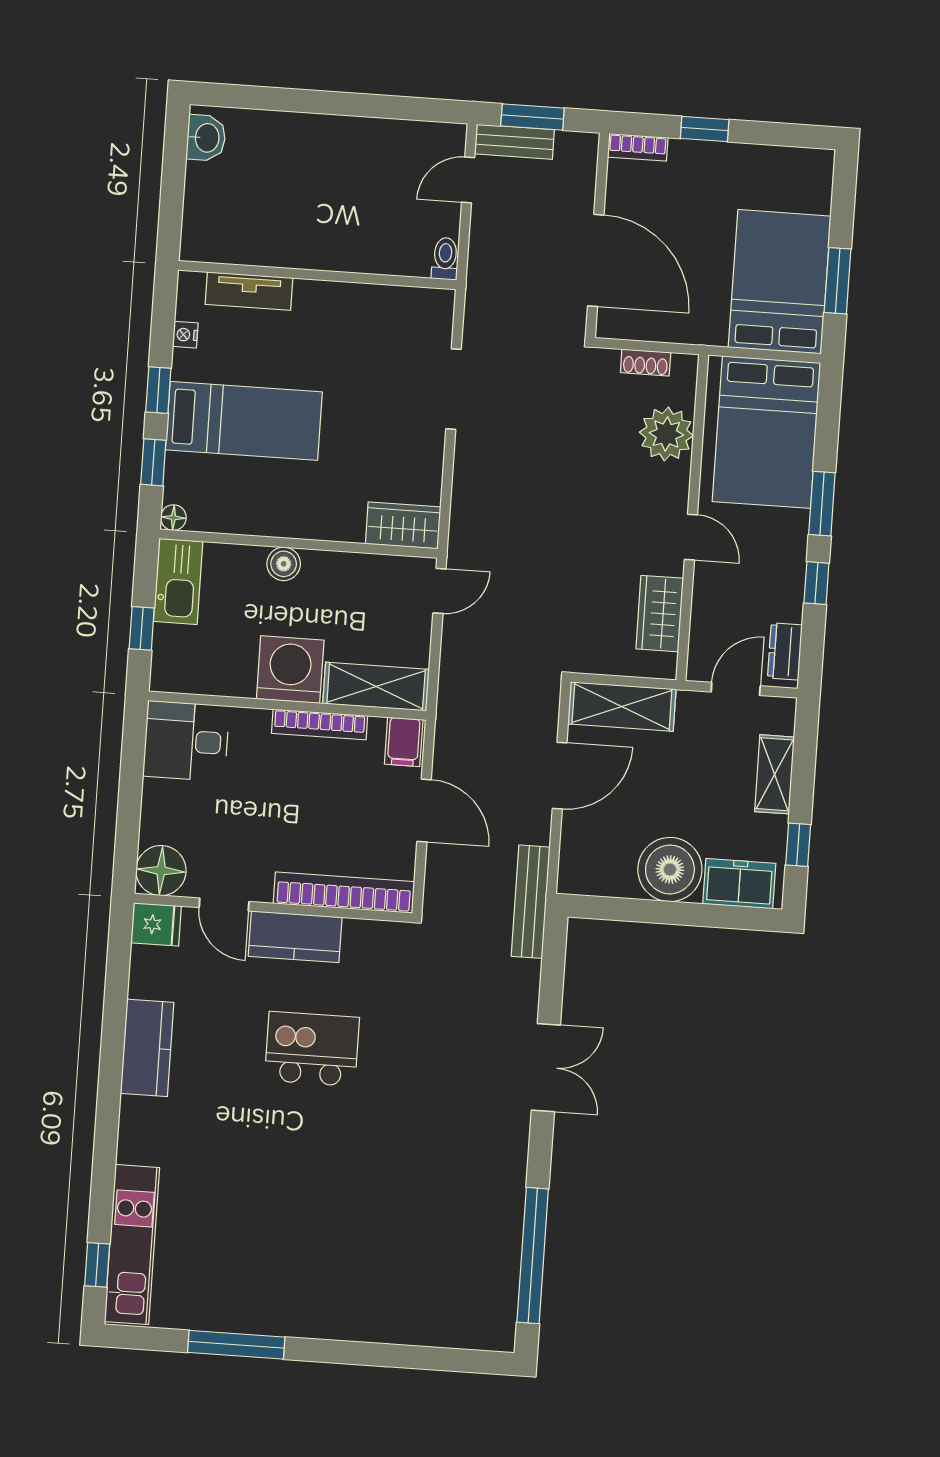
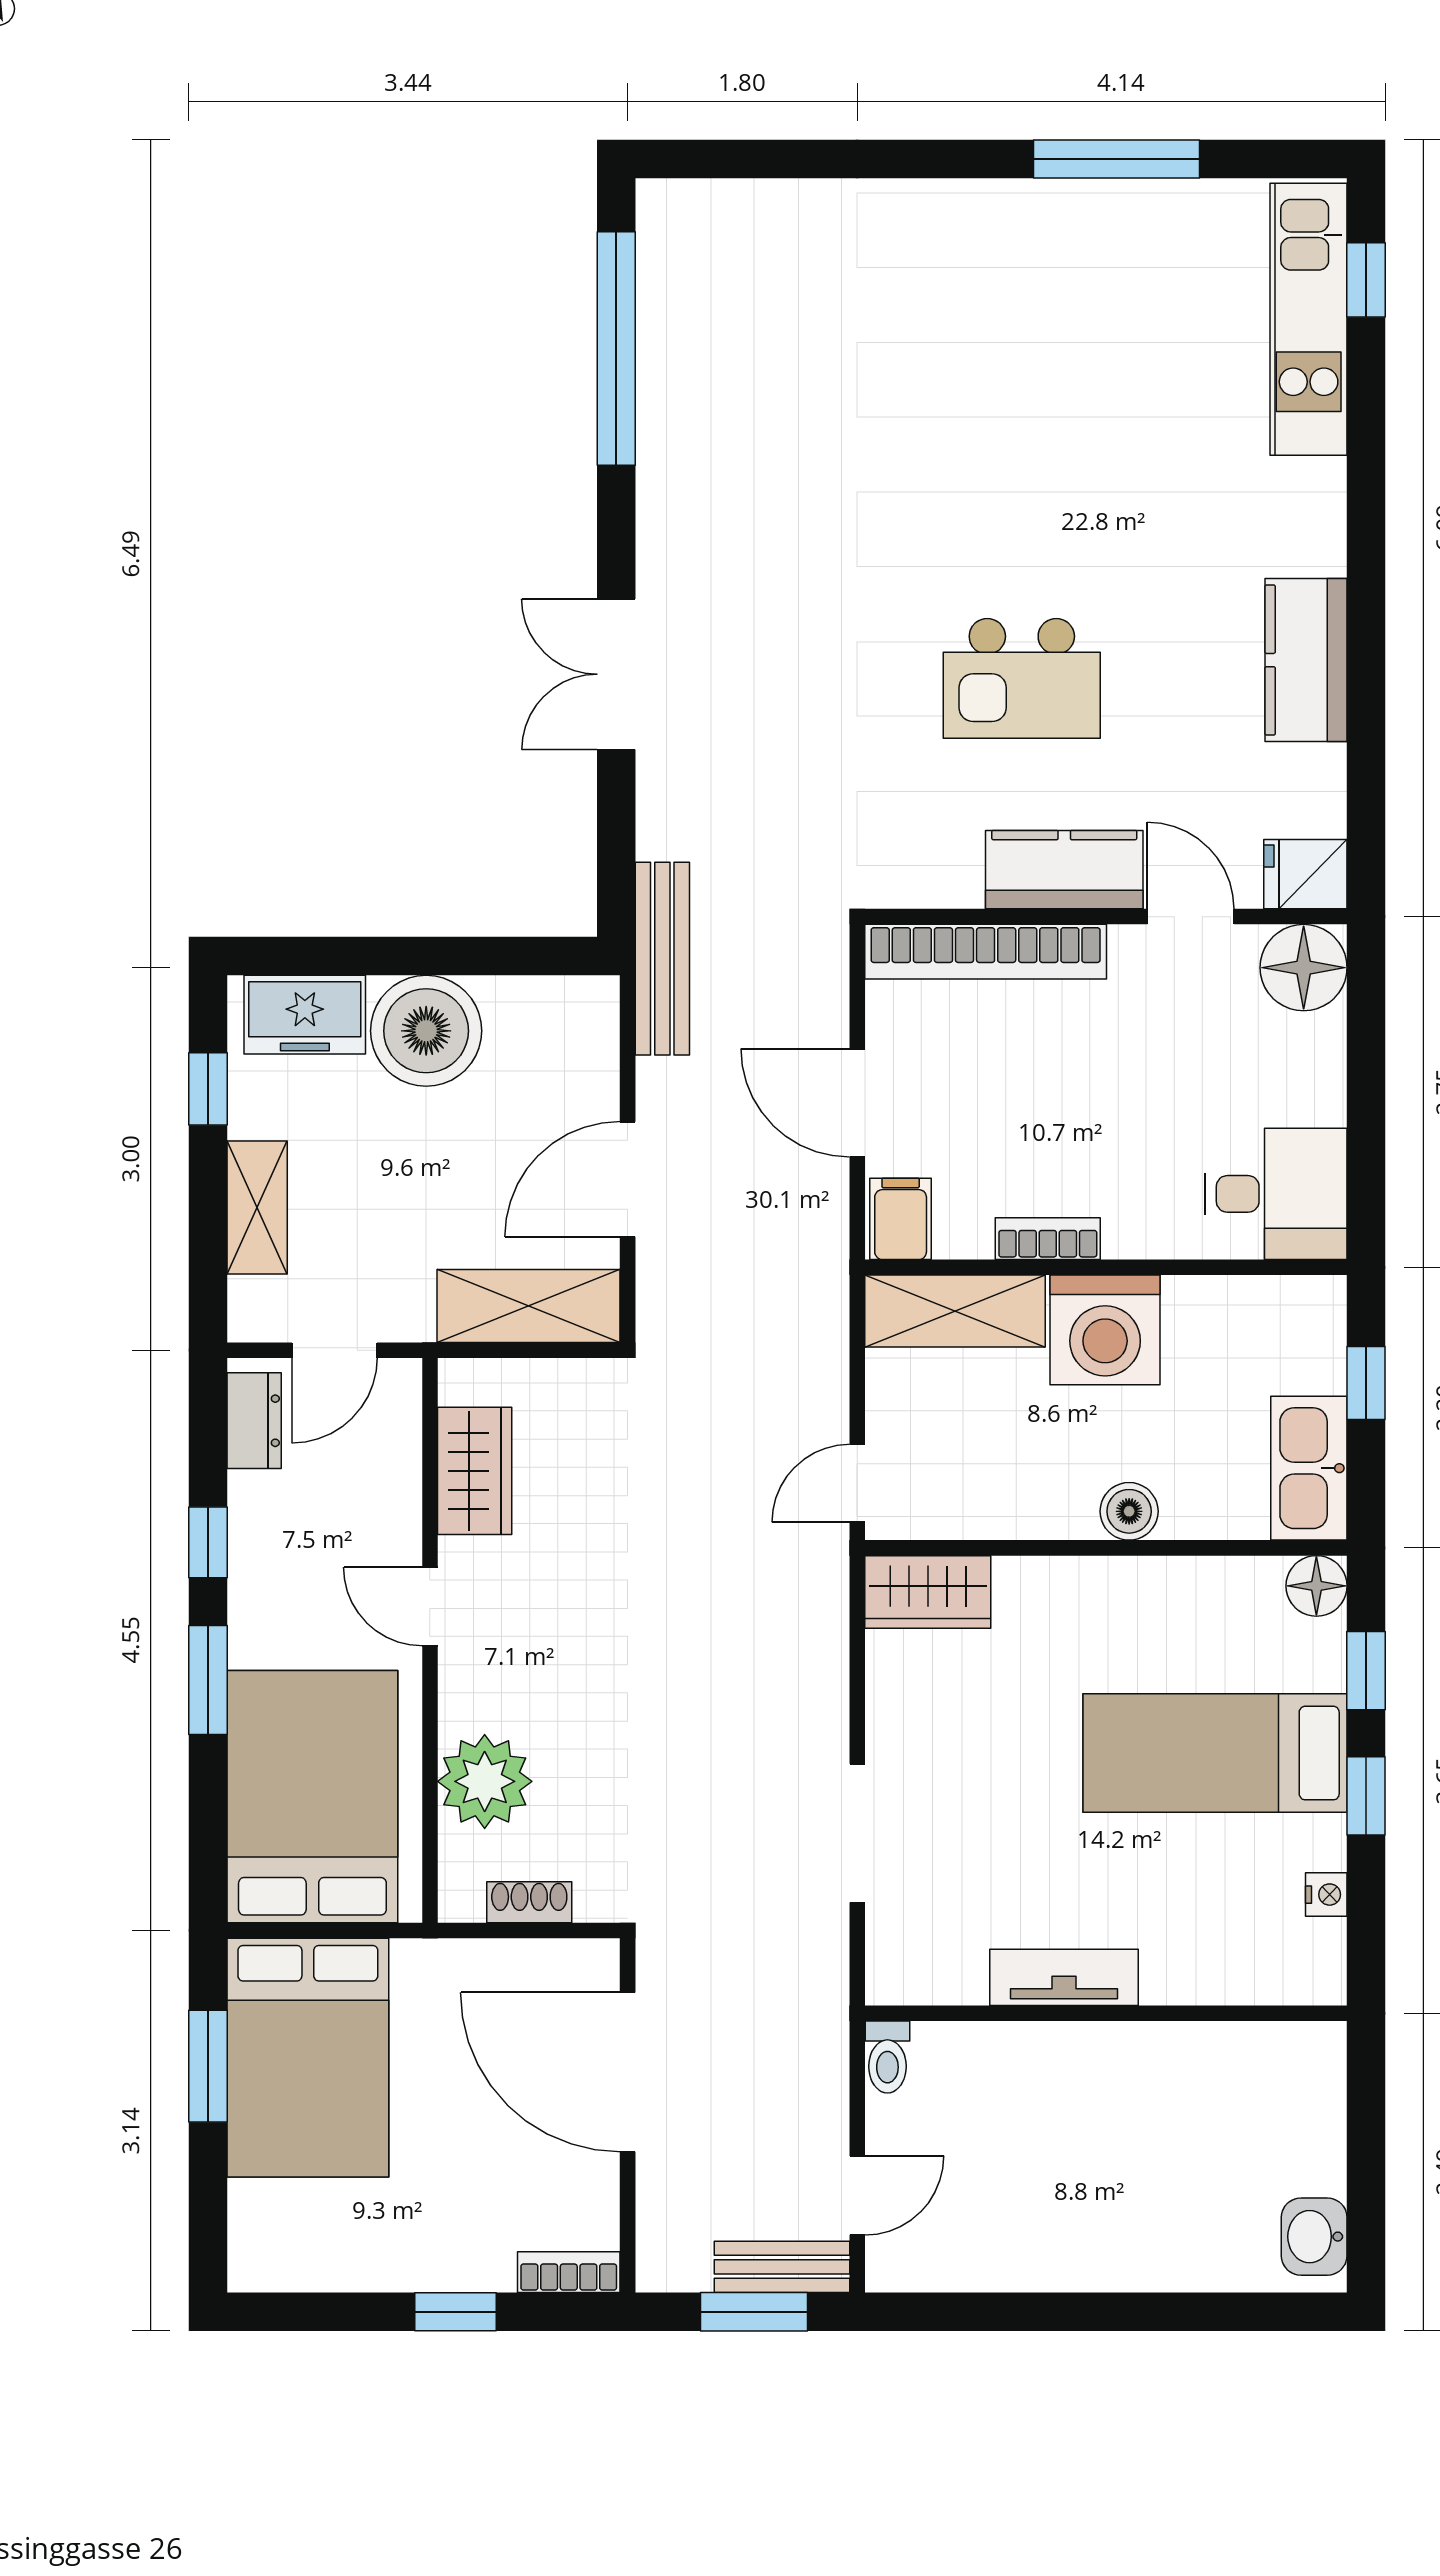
tv unit: (249, 291) -> (1064, 1977), moved
floor lamp: (173, 518) -> (1316, 1586), width x1.37, depth x1.37
bookcase: (320, 724) -> (1048, 1239), width x0.64

